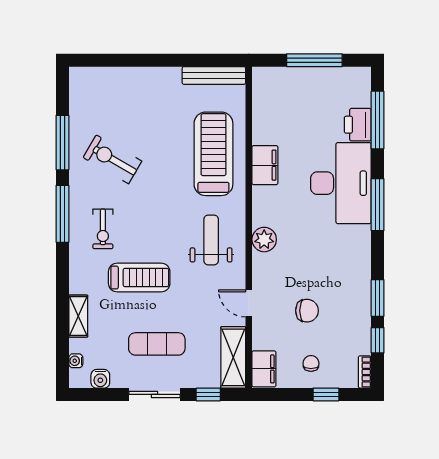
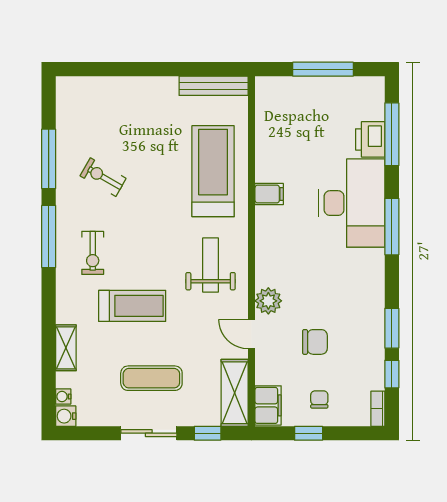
exercise bike: (112, 159) -> (103, 177), width x0.73, depth x0.72
filing cabinet: (265, 165) -> (269, 194), width x0.50
plant: (264, 240) -> (268, 301), moved
water cooler: (100, 379) -> (66, 416), moved, turned 90
window: (326, 394) -> (309, 433), moved

